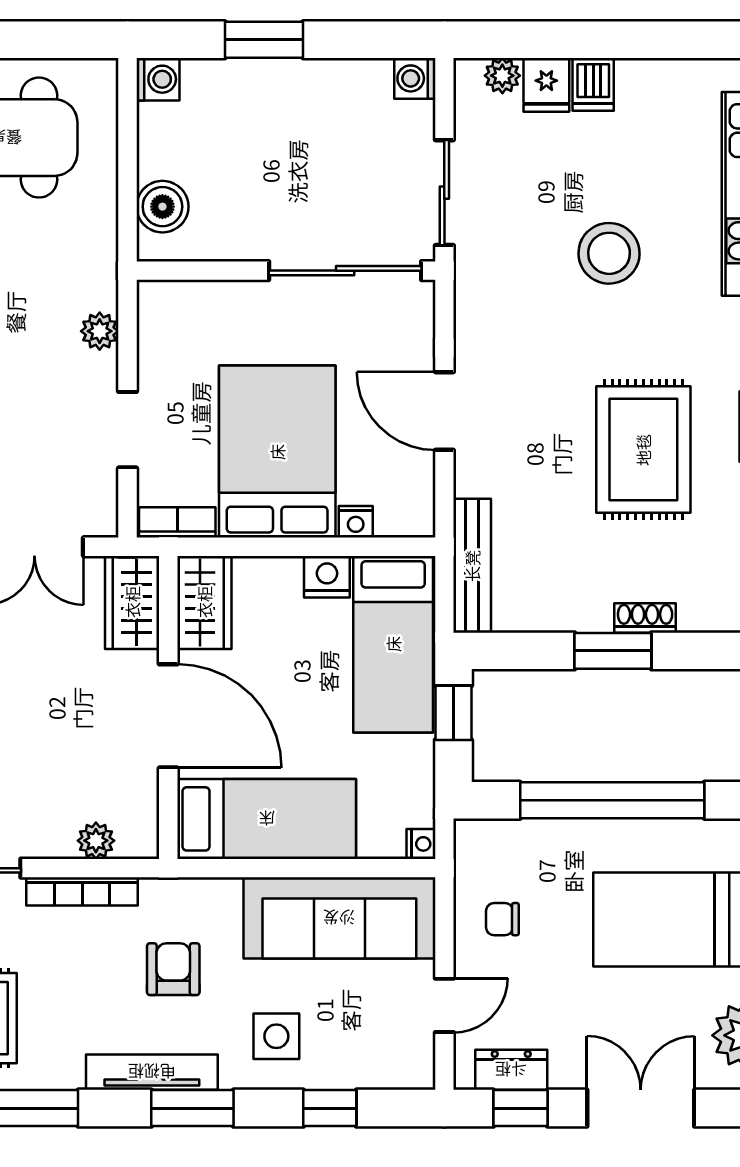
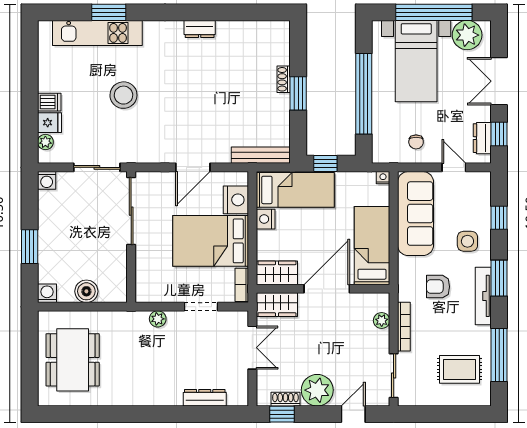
boiler: (162, 207) -> (86, 291), moved
rug: (643, 450) -> (210, 80), removed
nightstand: (356, 522) -> (236, 200), width x1.89, depth x1.79

